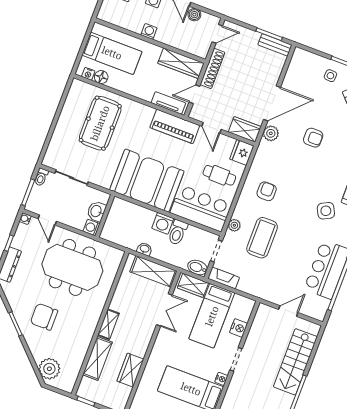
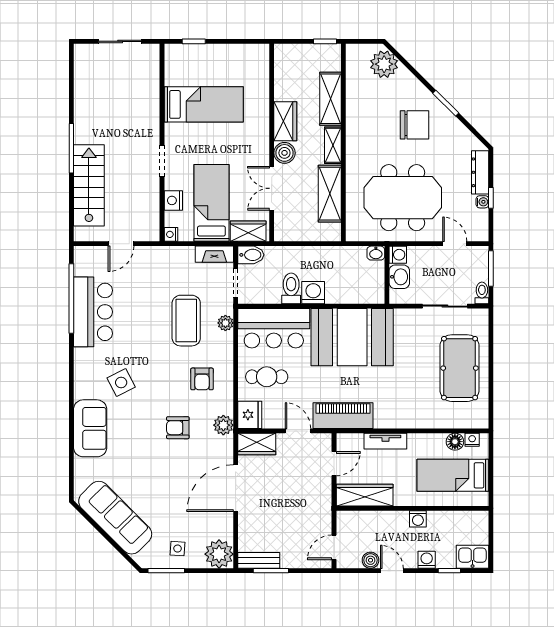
plant: (302, 60) -> (219, 554), added
shoe rack: (212, 68) -> (324, 503), removed
tv unit: (168, 103) -> (385, 441), moved
pool table: (100, 123) -> (460, 368), moved
plant: (271, 133) -> (223, 425), moved
armchair: (313, 138) -> (178, 428), moved
water cooler: (25, 219) -> (482, 202), moved
washbasin: (145, 249) -> (376, 253), moved
shelving: (154, 271) -> (330, 194), moved, turned 90
boiler: (145, 332) -> (284, 153), added
wardrobe: (130, 370) -> (285, 121), moved
nightstand: (221, 379) -> (171, 234), moved

